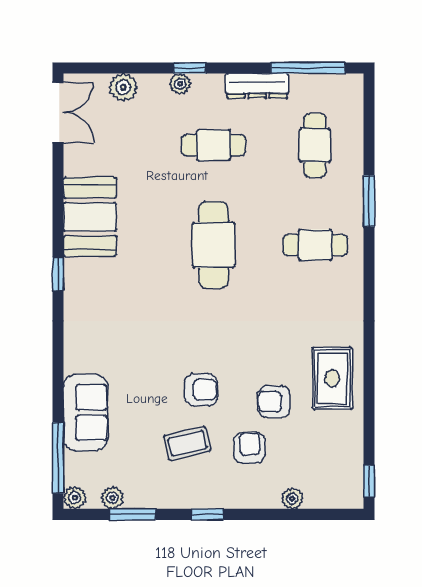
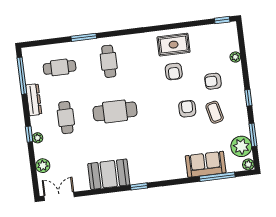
armchair: (274, 402) -> (174, 72), moved
window: (58, 458) -> (217, 177), moved
plant: (112, 498) -> (241, 146), width x1.87, depth x1.87

